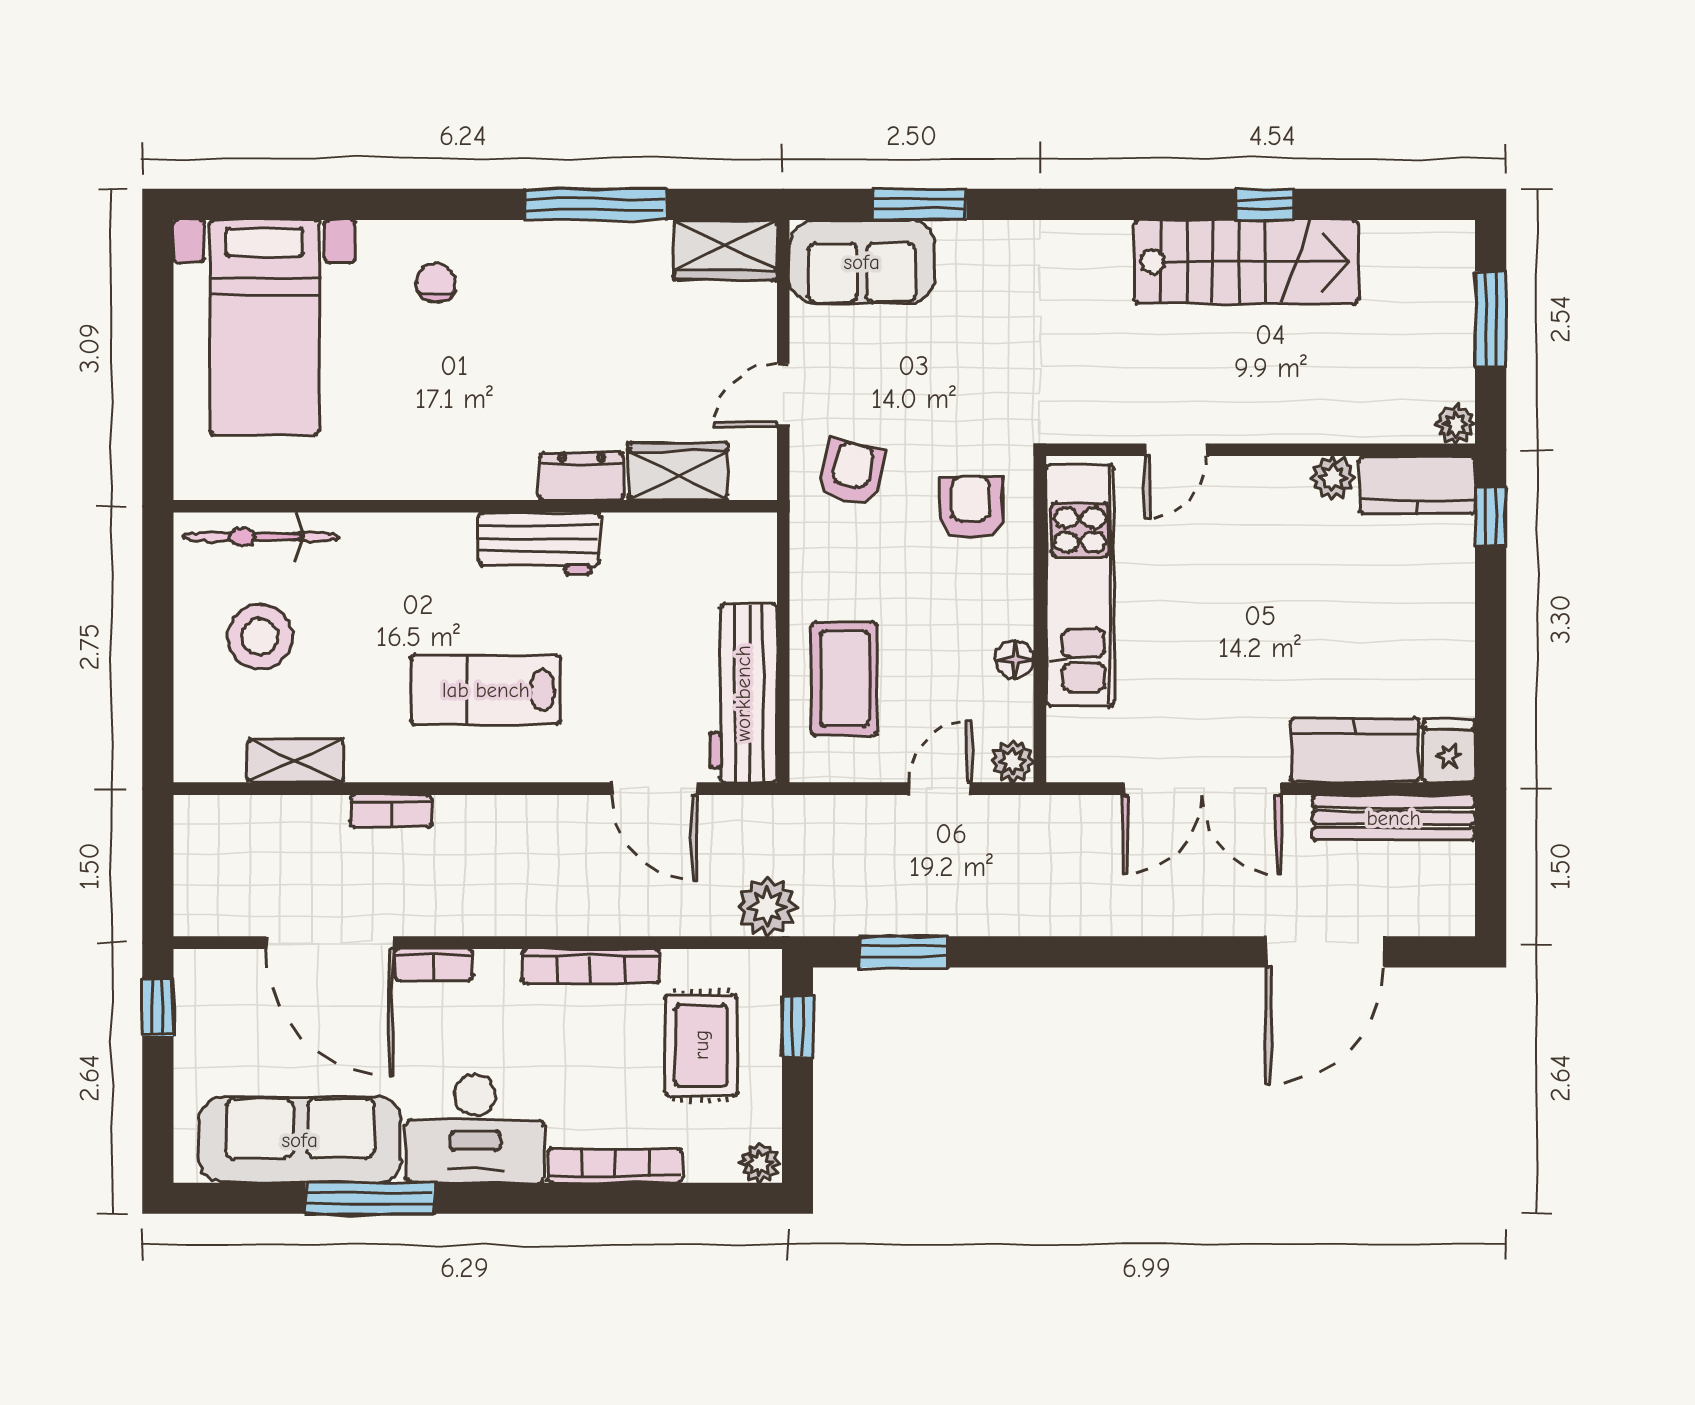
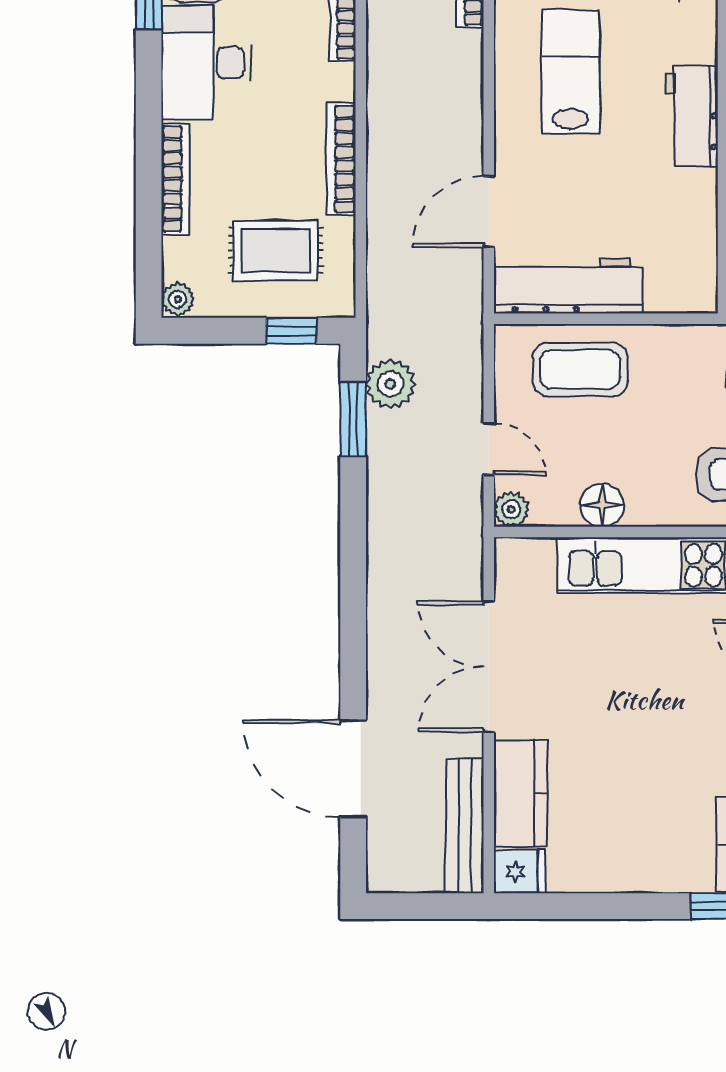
floor lamp: (1015, 659) -> (602, 505), width x1.37, depth x1.37
plant: (767, 907) -> (390, 384), moved

